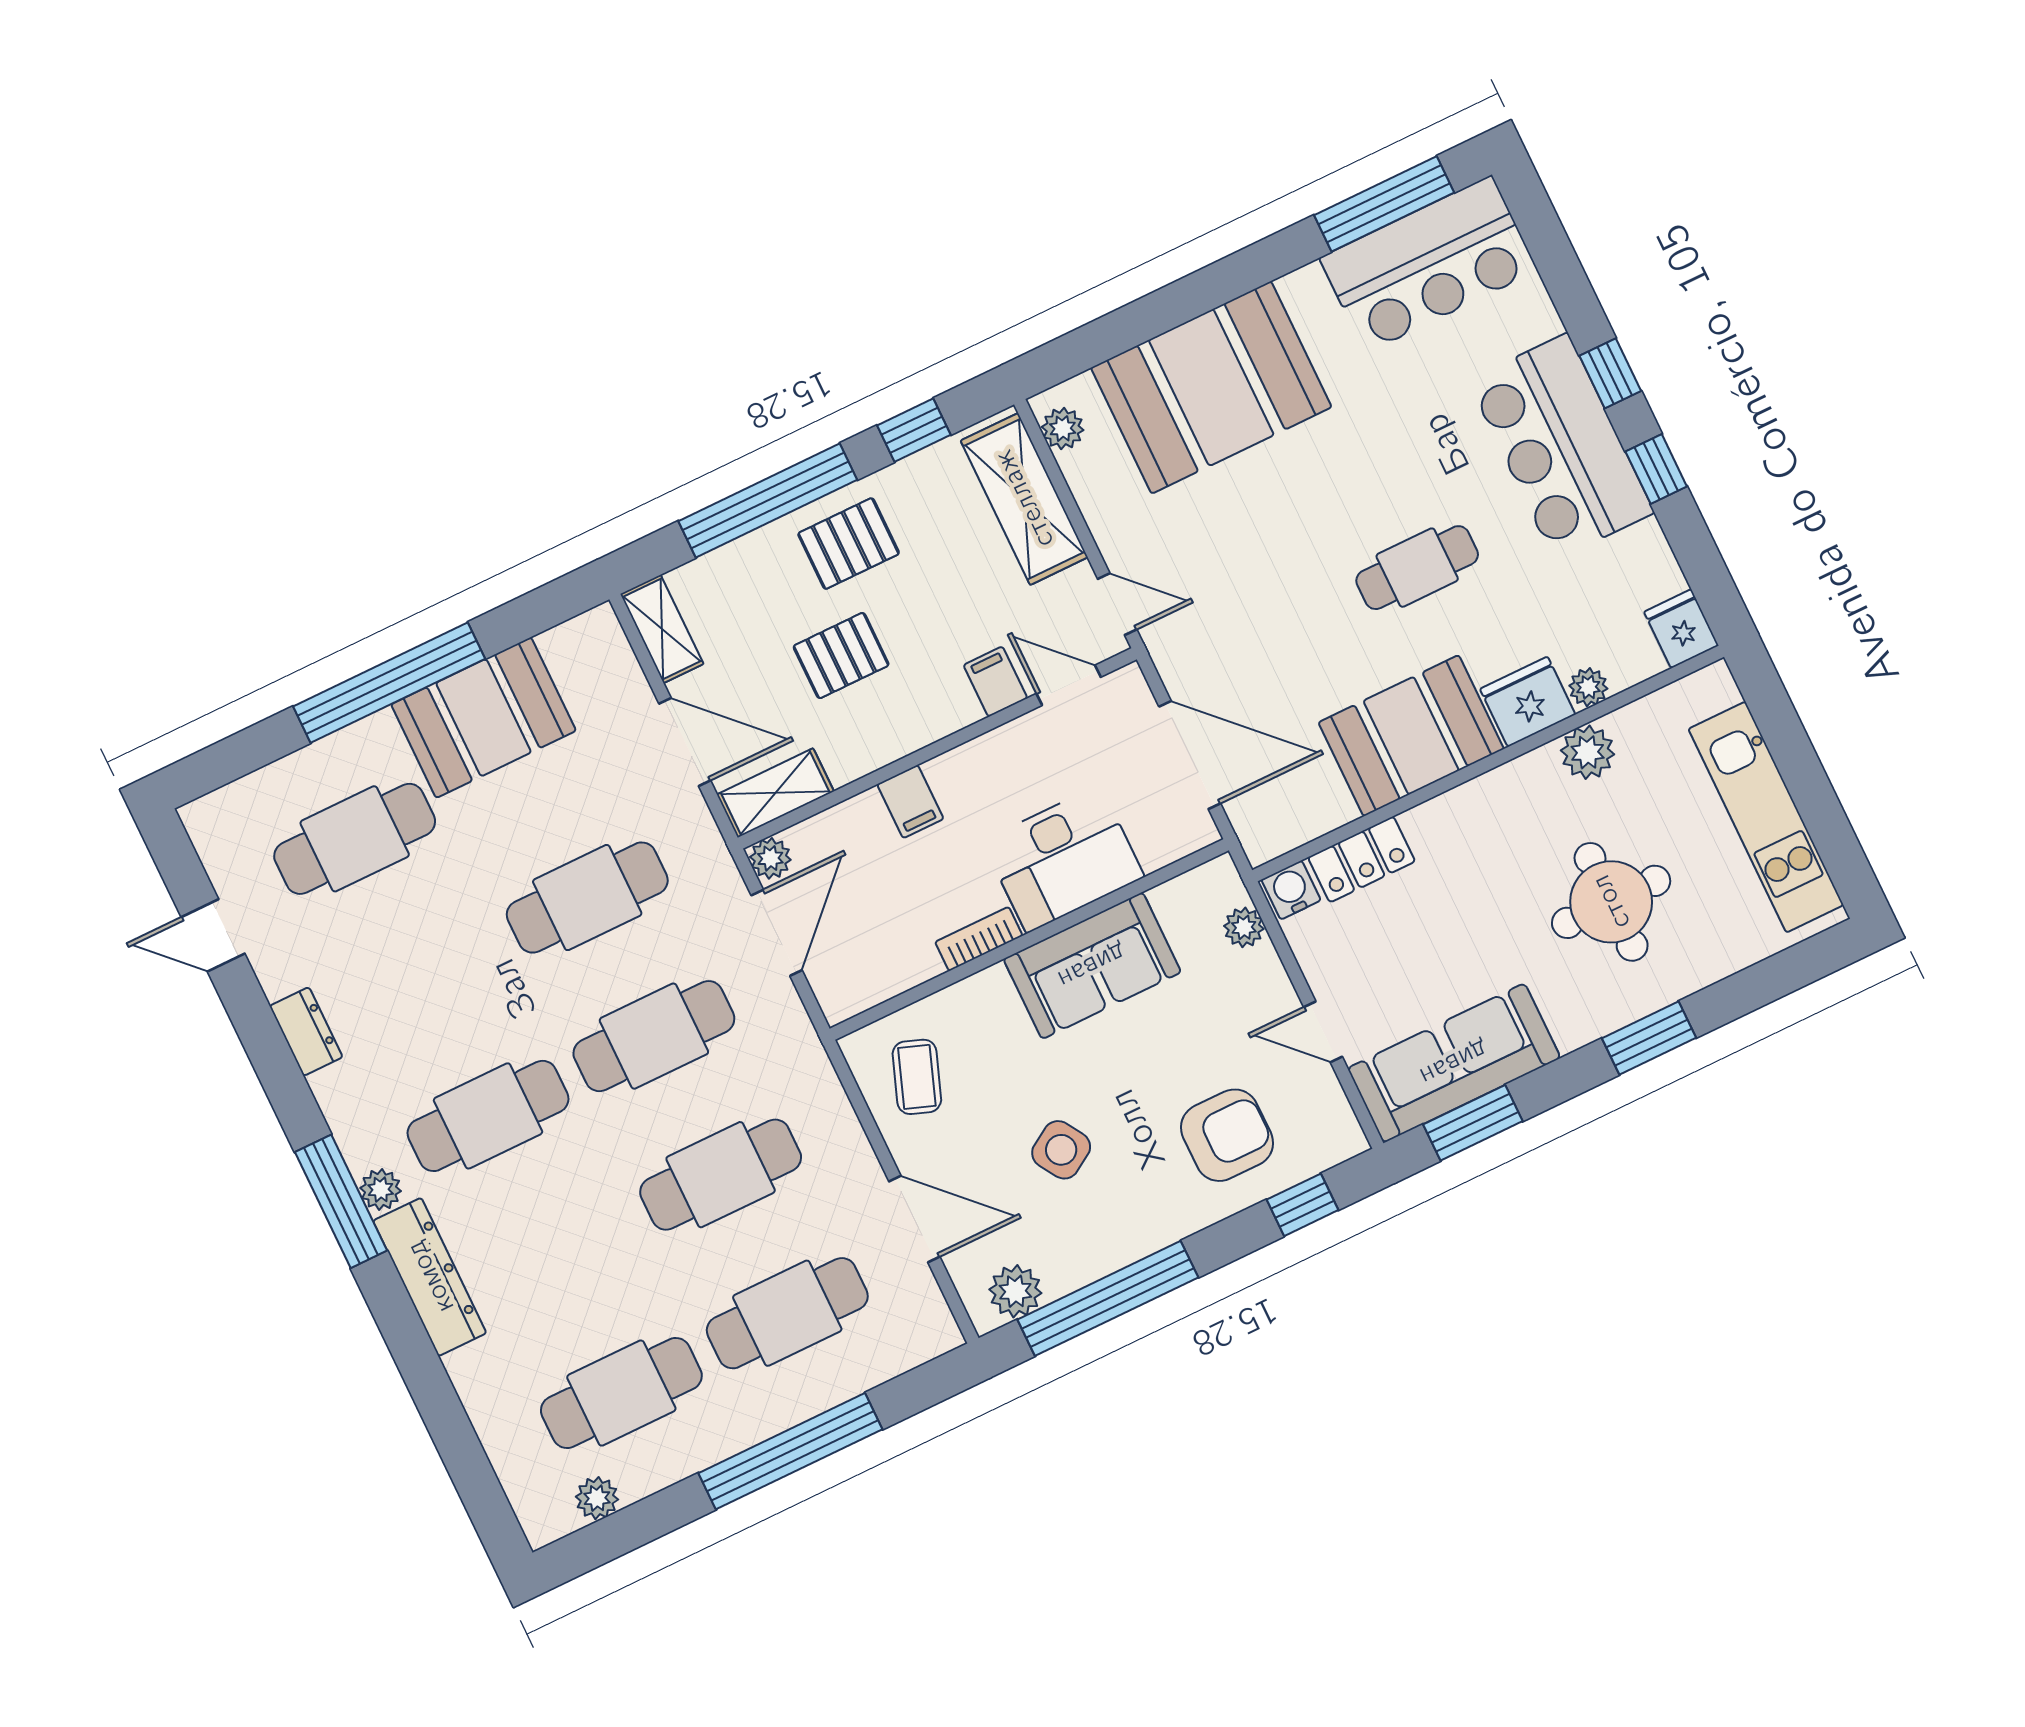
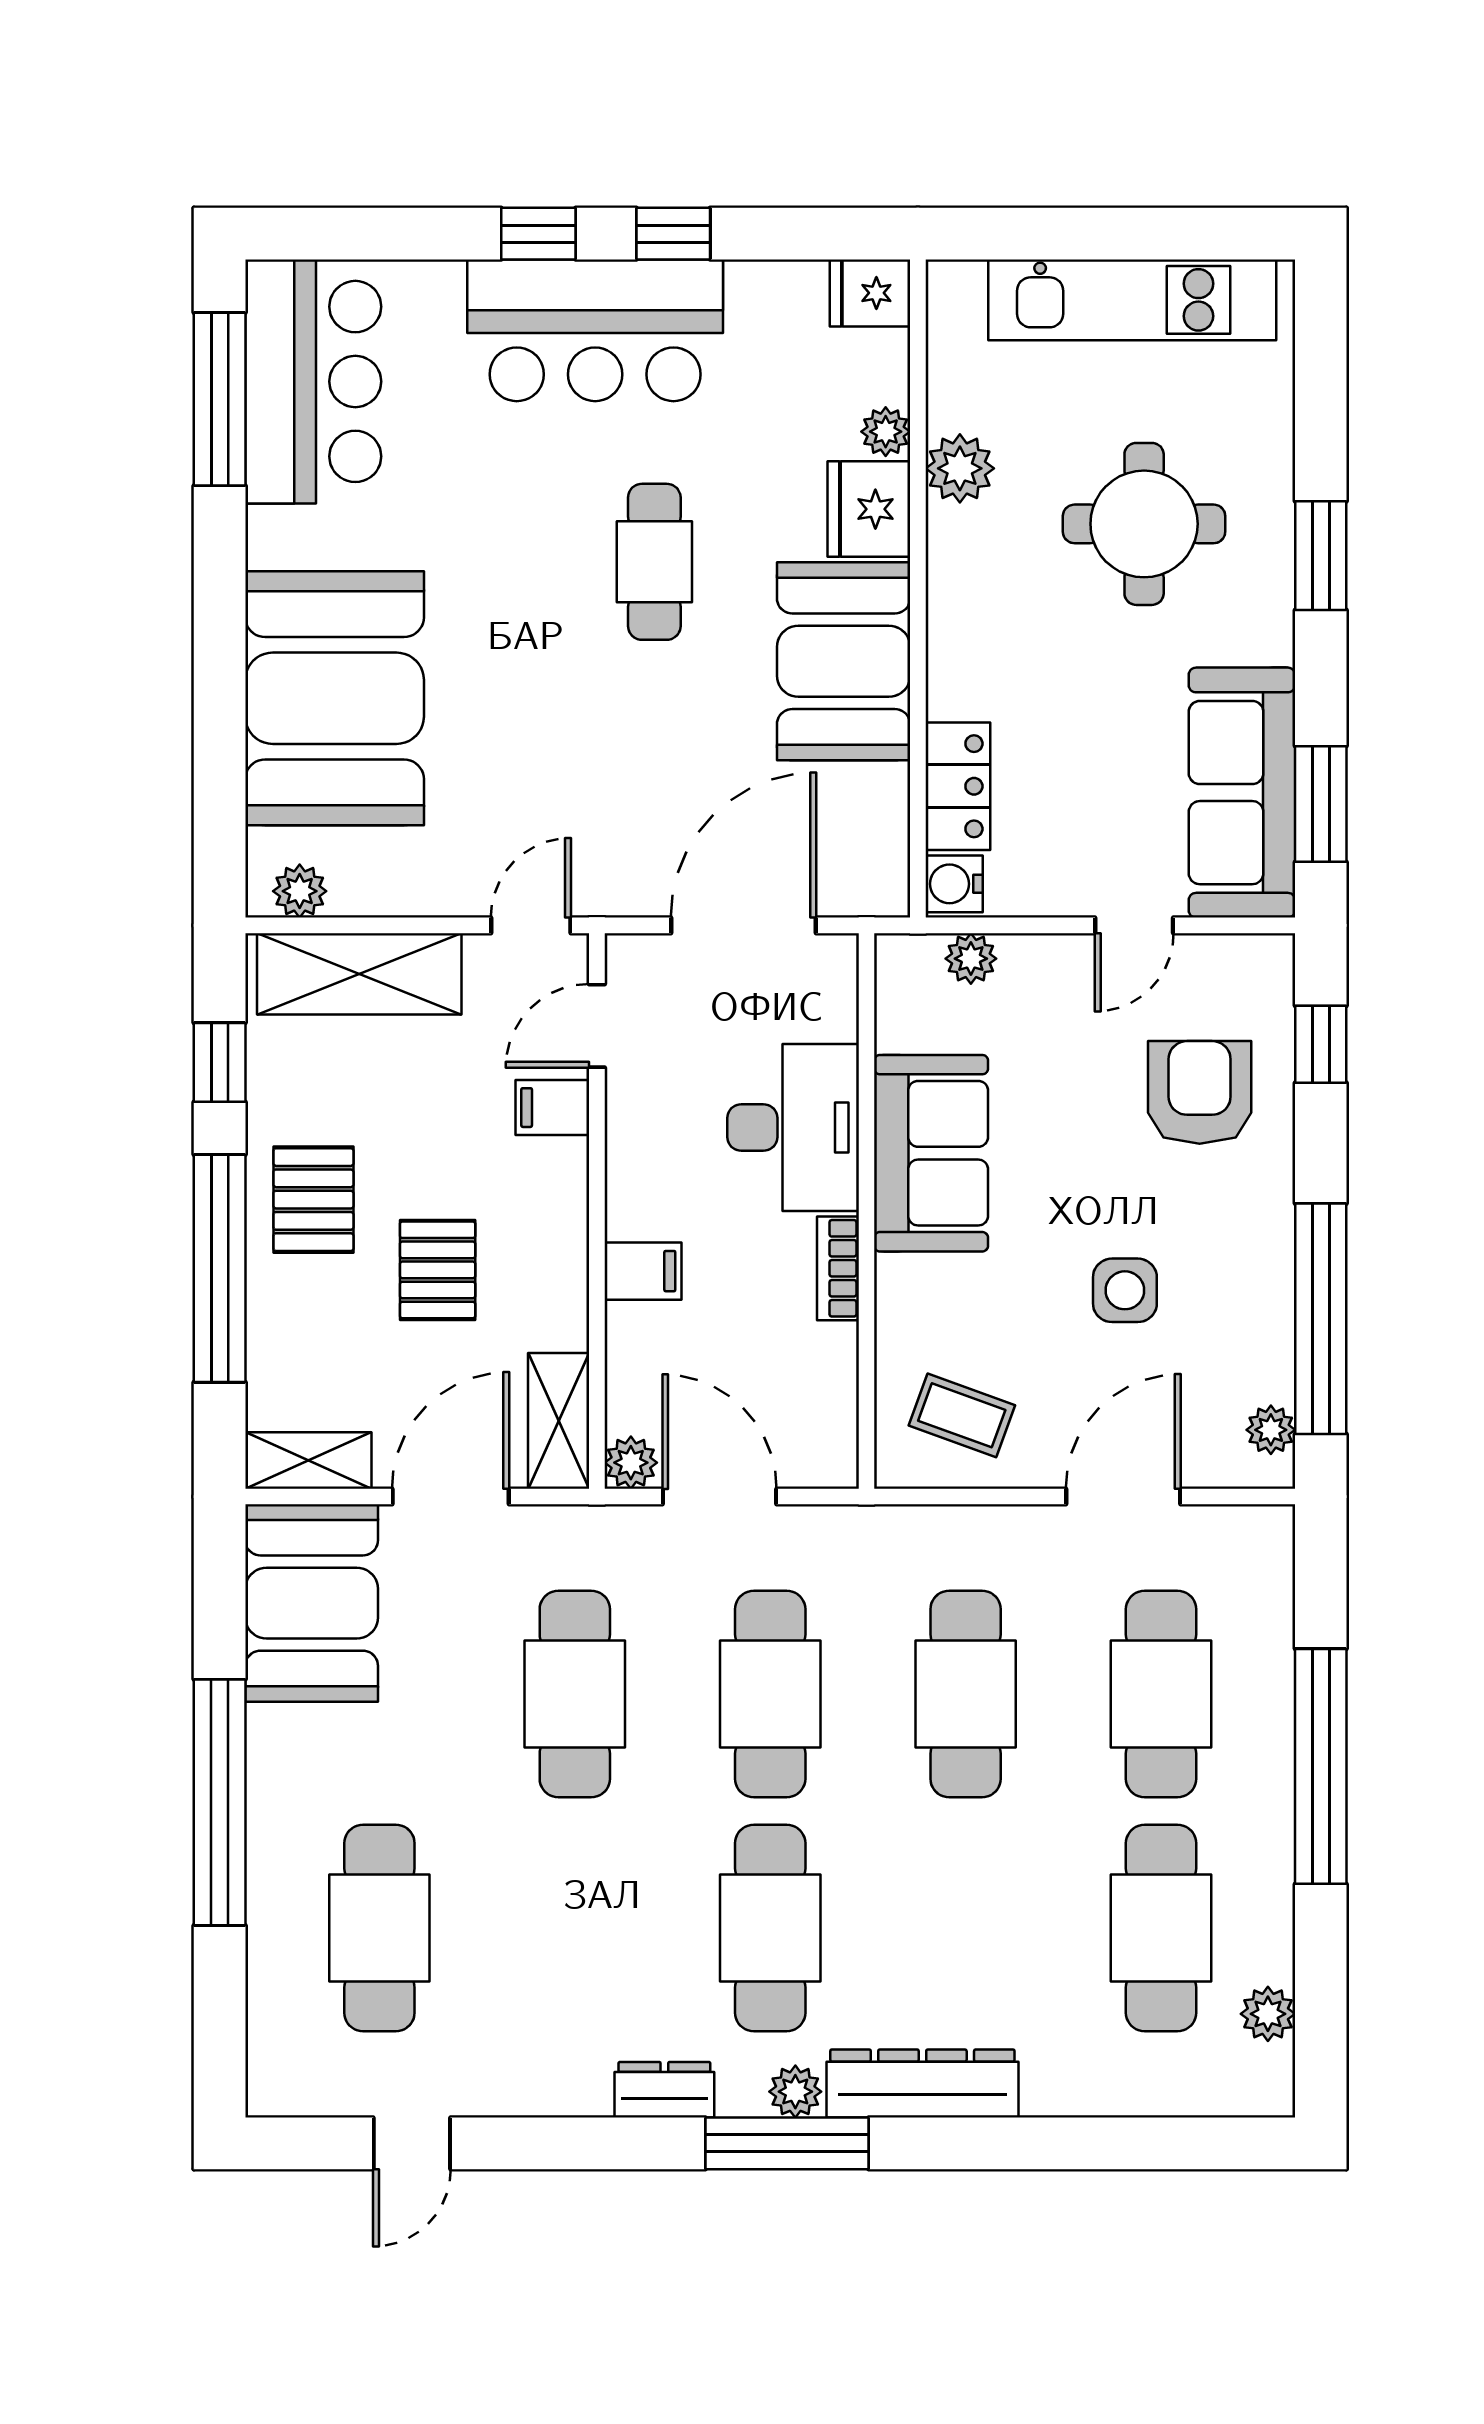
booth: (484, 718) -> (312, 1603), moved
dresser: (306, 1031) -> (664, 2090), moved
side table: (1061, 1150) -> (1125, 1290), turned 32
plant: (1015, 1291) -> (1271, 1430), width x0.73, depth x0.73

